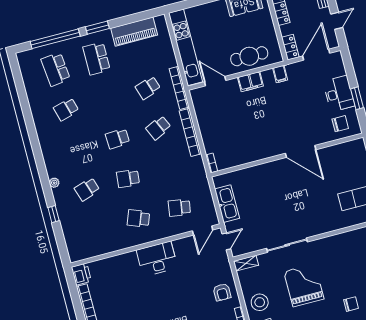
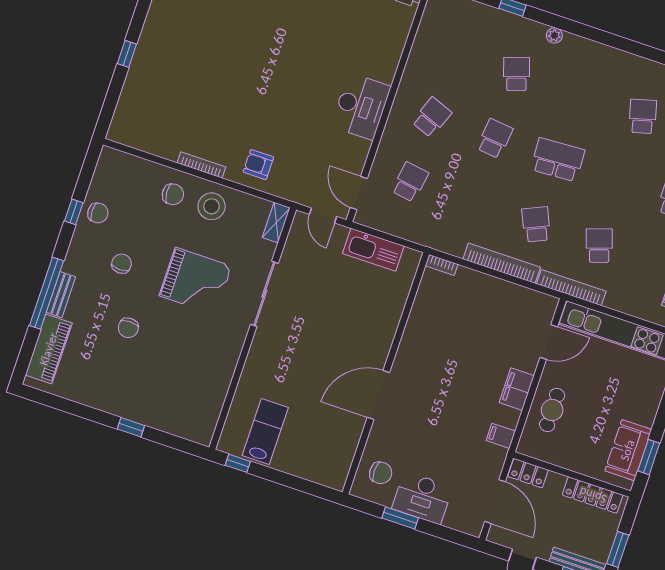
cafe table: (249, 56) -> (552, 410), width x0.73, depth x0.74
chair: (340, 124) -> (381, 473), turned -90
school desk: (118, 139) -> (558, 160), width x1.85

